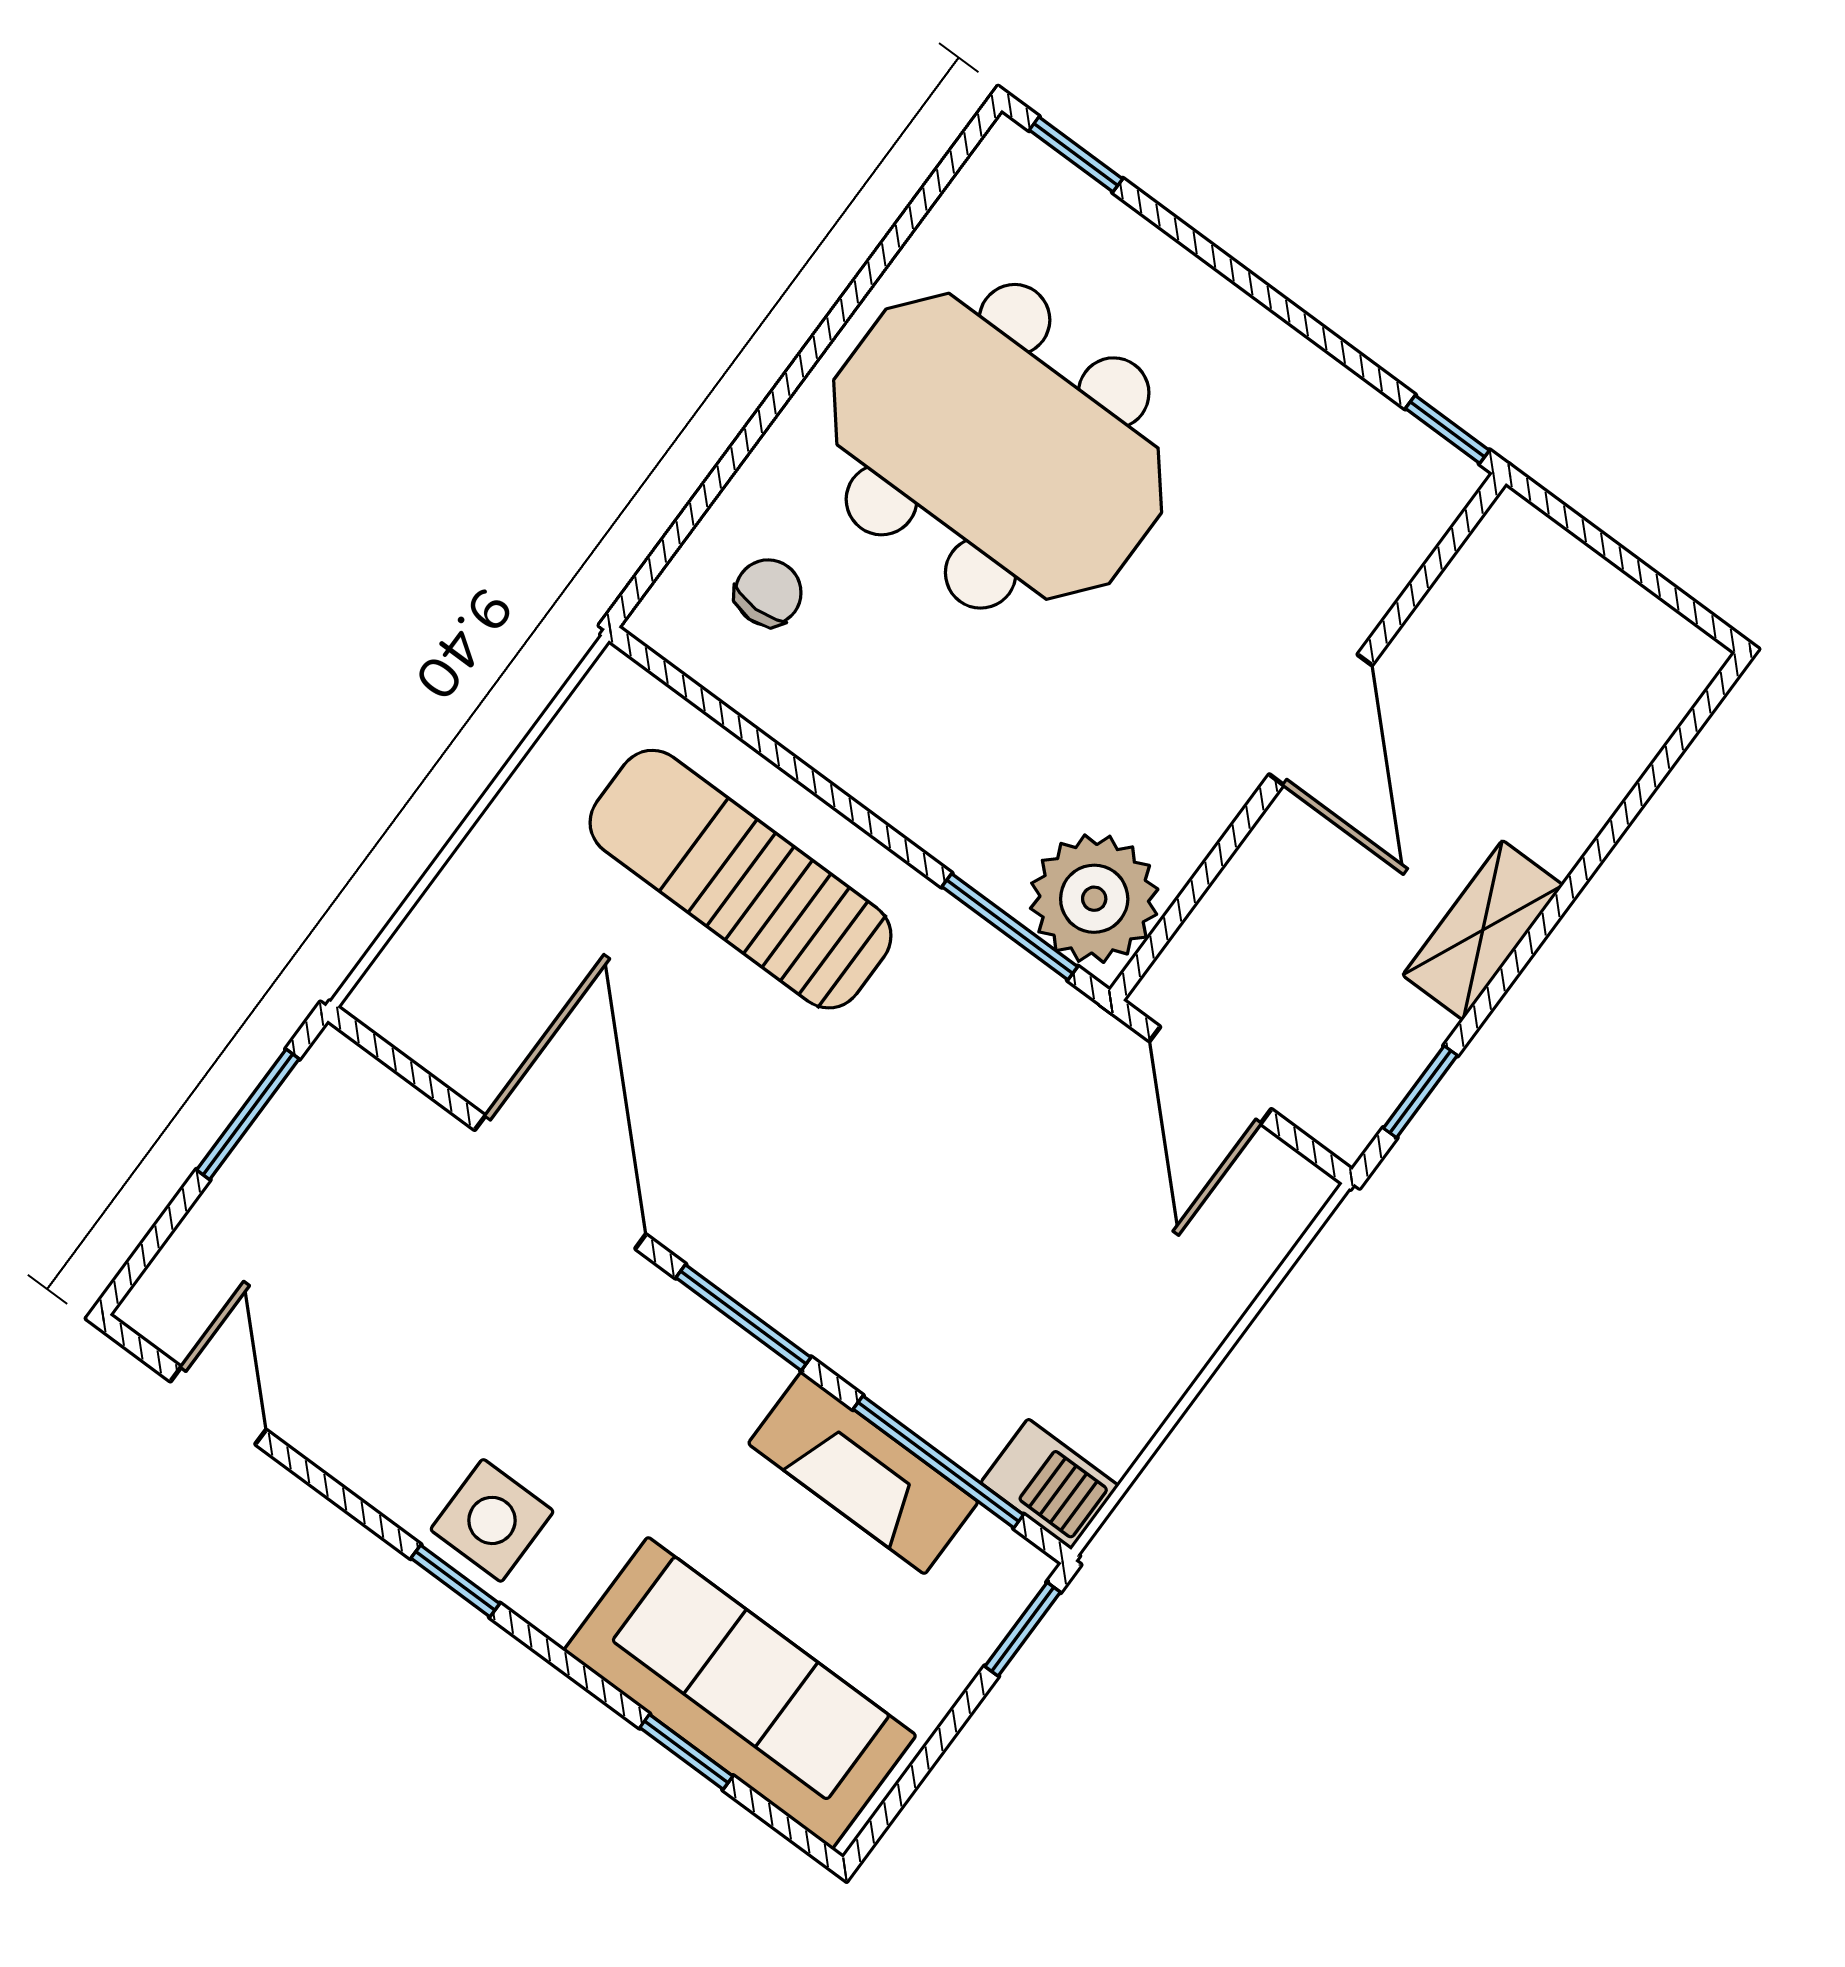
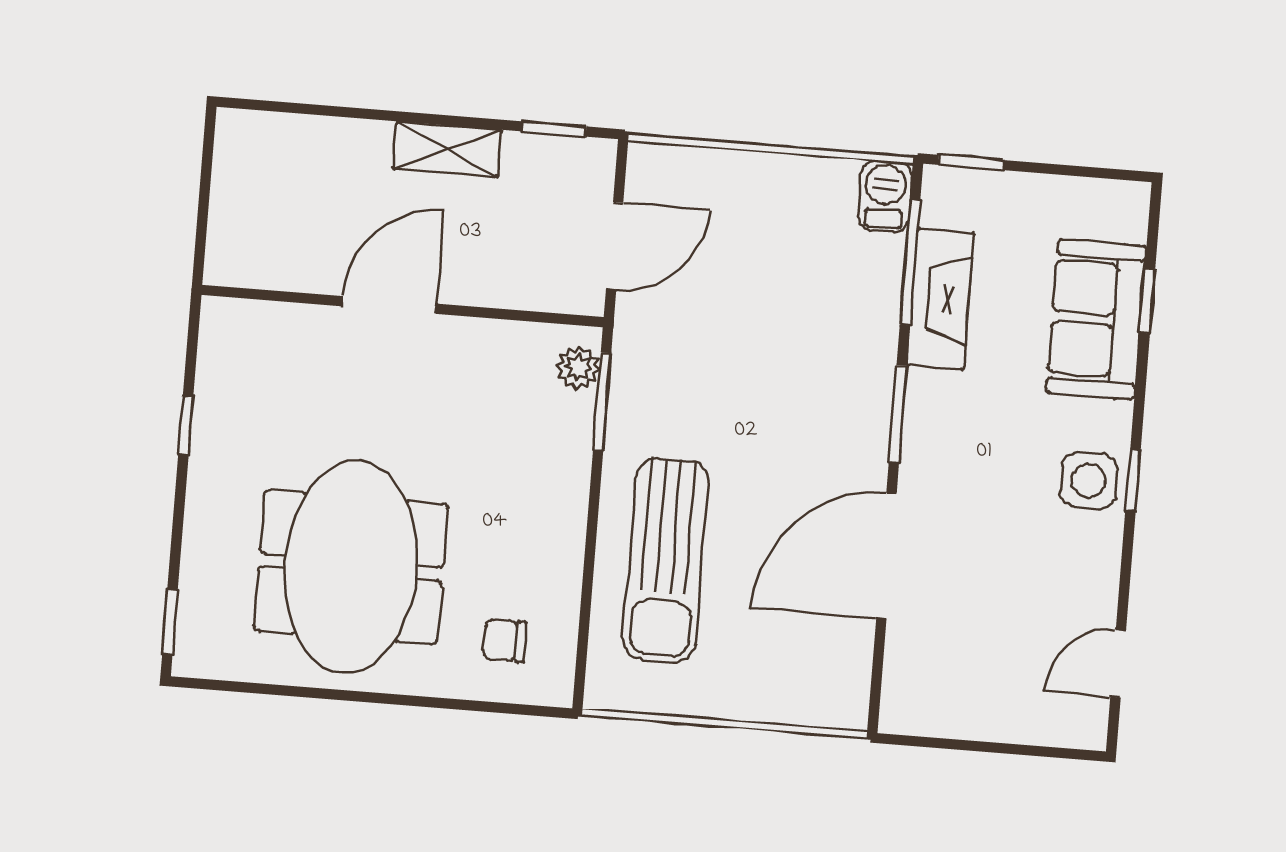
window: (1447, 429) -> (186, 425), moved
plant: (1094, 899) -> (578, 368), width x0.53, depth x0.53
window: (248, 1114) -> (954, 744), removed
sofa: (740, 1693) -> (1096, 319), width x0.73

